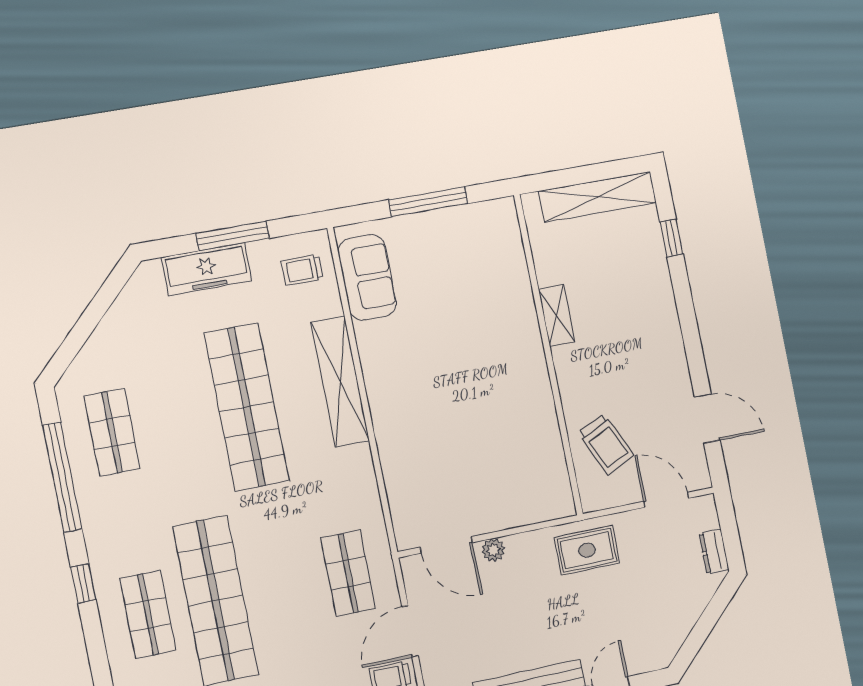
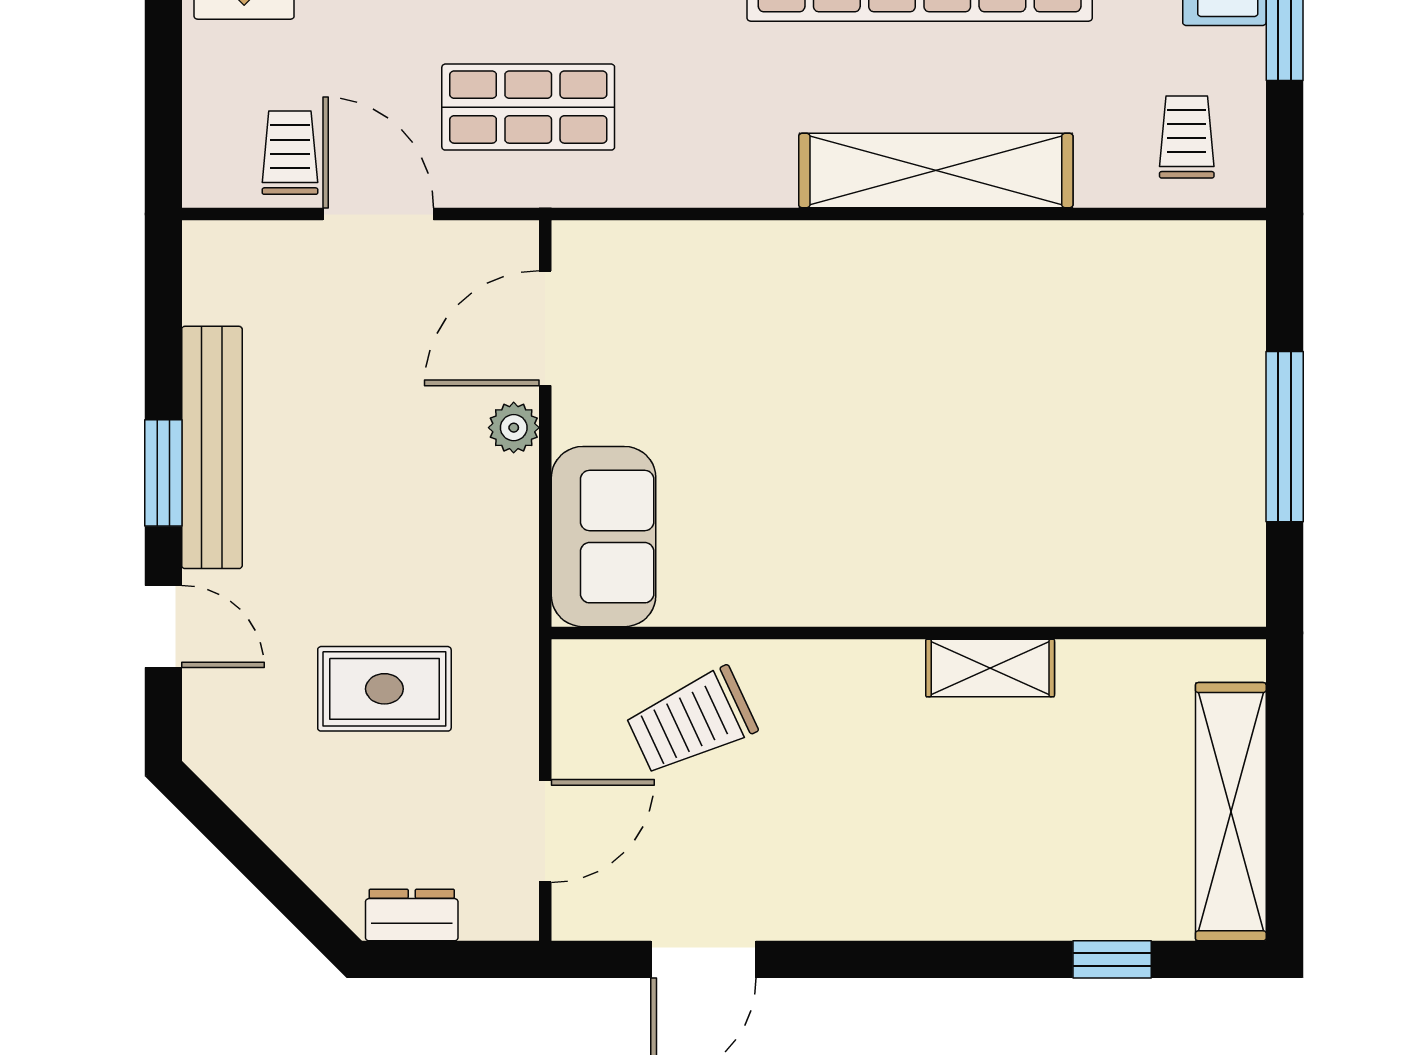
sofa: (367, 277) -> (604, 537), moved, turned -90
rug: (587, 550) -> (384, 689), moved, turned 90

